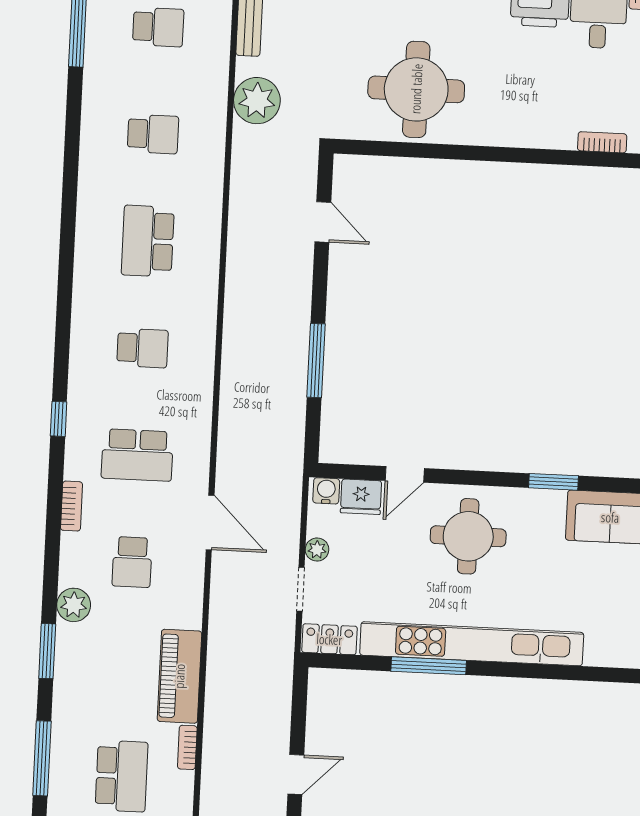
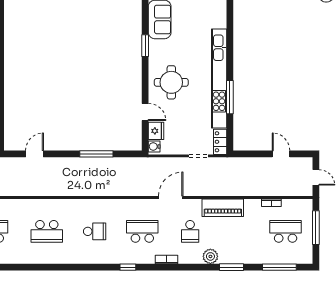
school desk: (142, 348) -> (95, 231), turned 90
school desk: (137, 455) -> (142, 231), turned -90
plant: (317, 550) -> (180, 149), removed
school desk: (132, 562) -> (190, 231), turned 90
piano: (179, 676) -> (223, 208), moved

